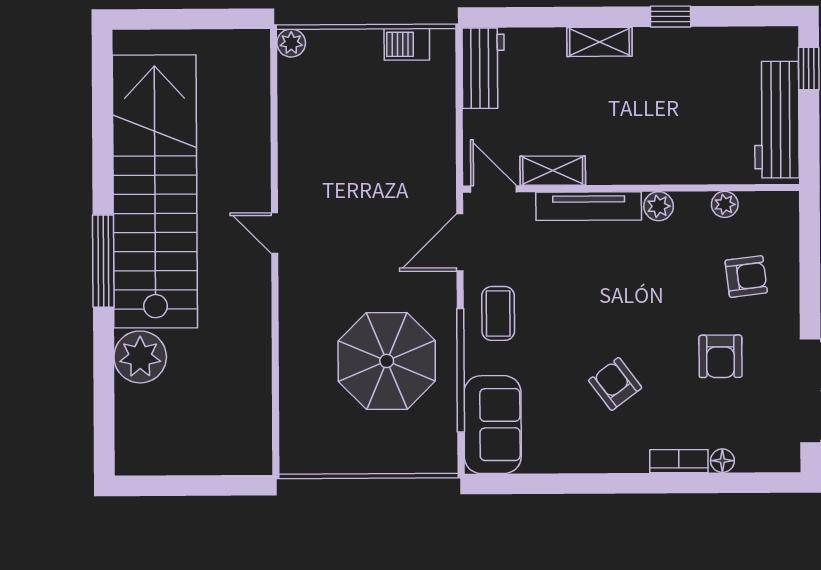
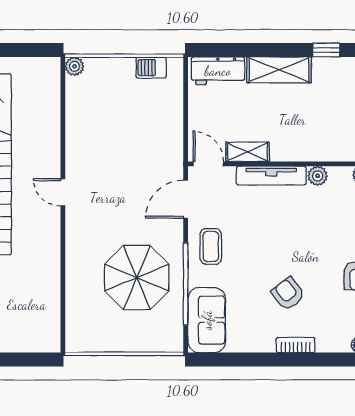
shelving: (599, 42) -> (279, 70), width x1.50, depth x1.33
workbench: (483, 68) -> (218, 71), moved, turned 90
bookcase: (679, 461) -> (296, 345), moved

